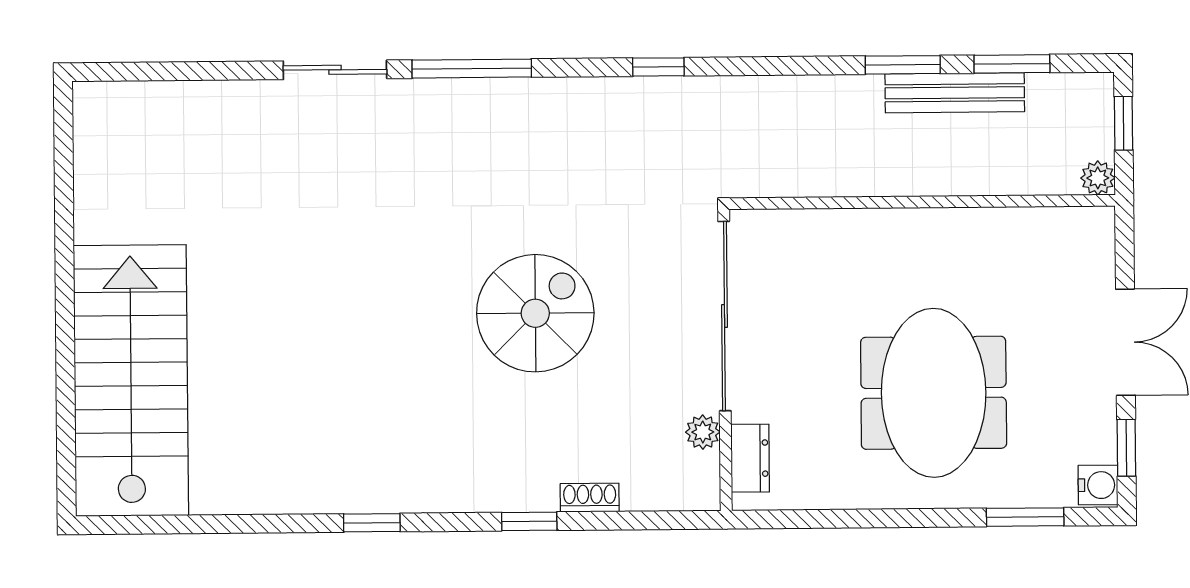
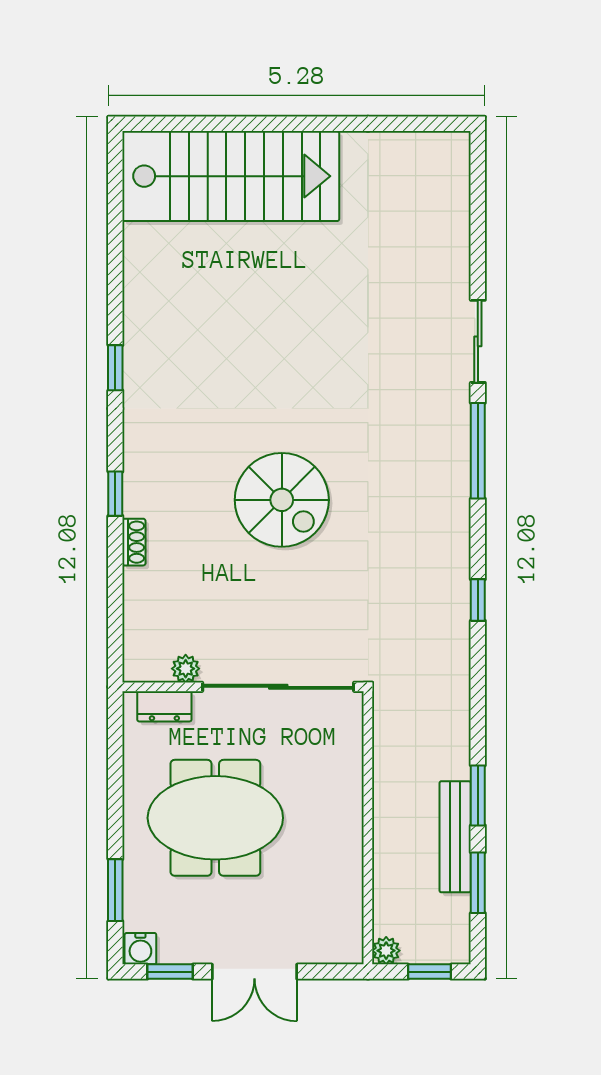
sliding door: (724, 316) -> (278, 687), moved
wall: (725, 360) -> (243, 687), moved
plant: (703, 432) -> (186, 669), moved
dresser: (750, 458) -> (164, 706), moved

